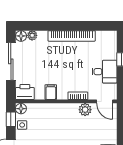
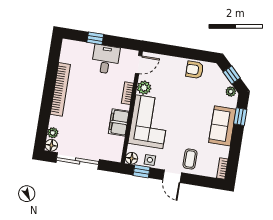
printer: (25, 92) -> (114, 151), removed
filing cabinet: (51, 92) -> (119, 122), width x2.00
corner sofa: (56, 119) -> (149, 122), added

